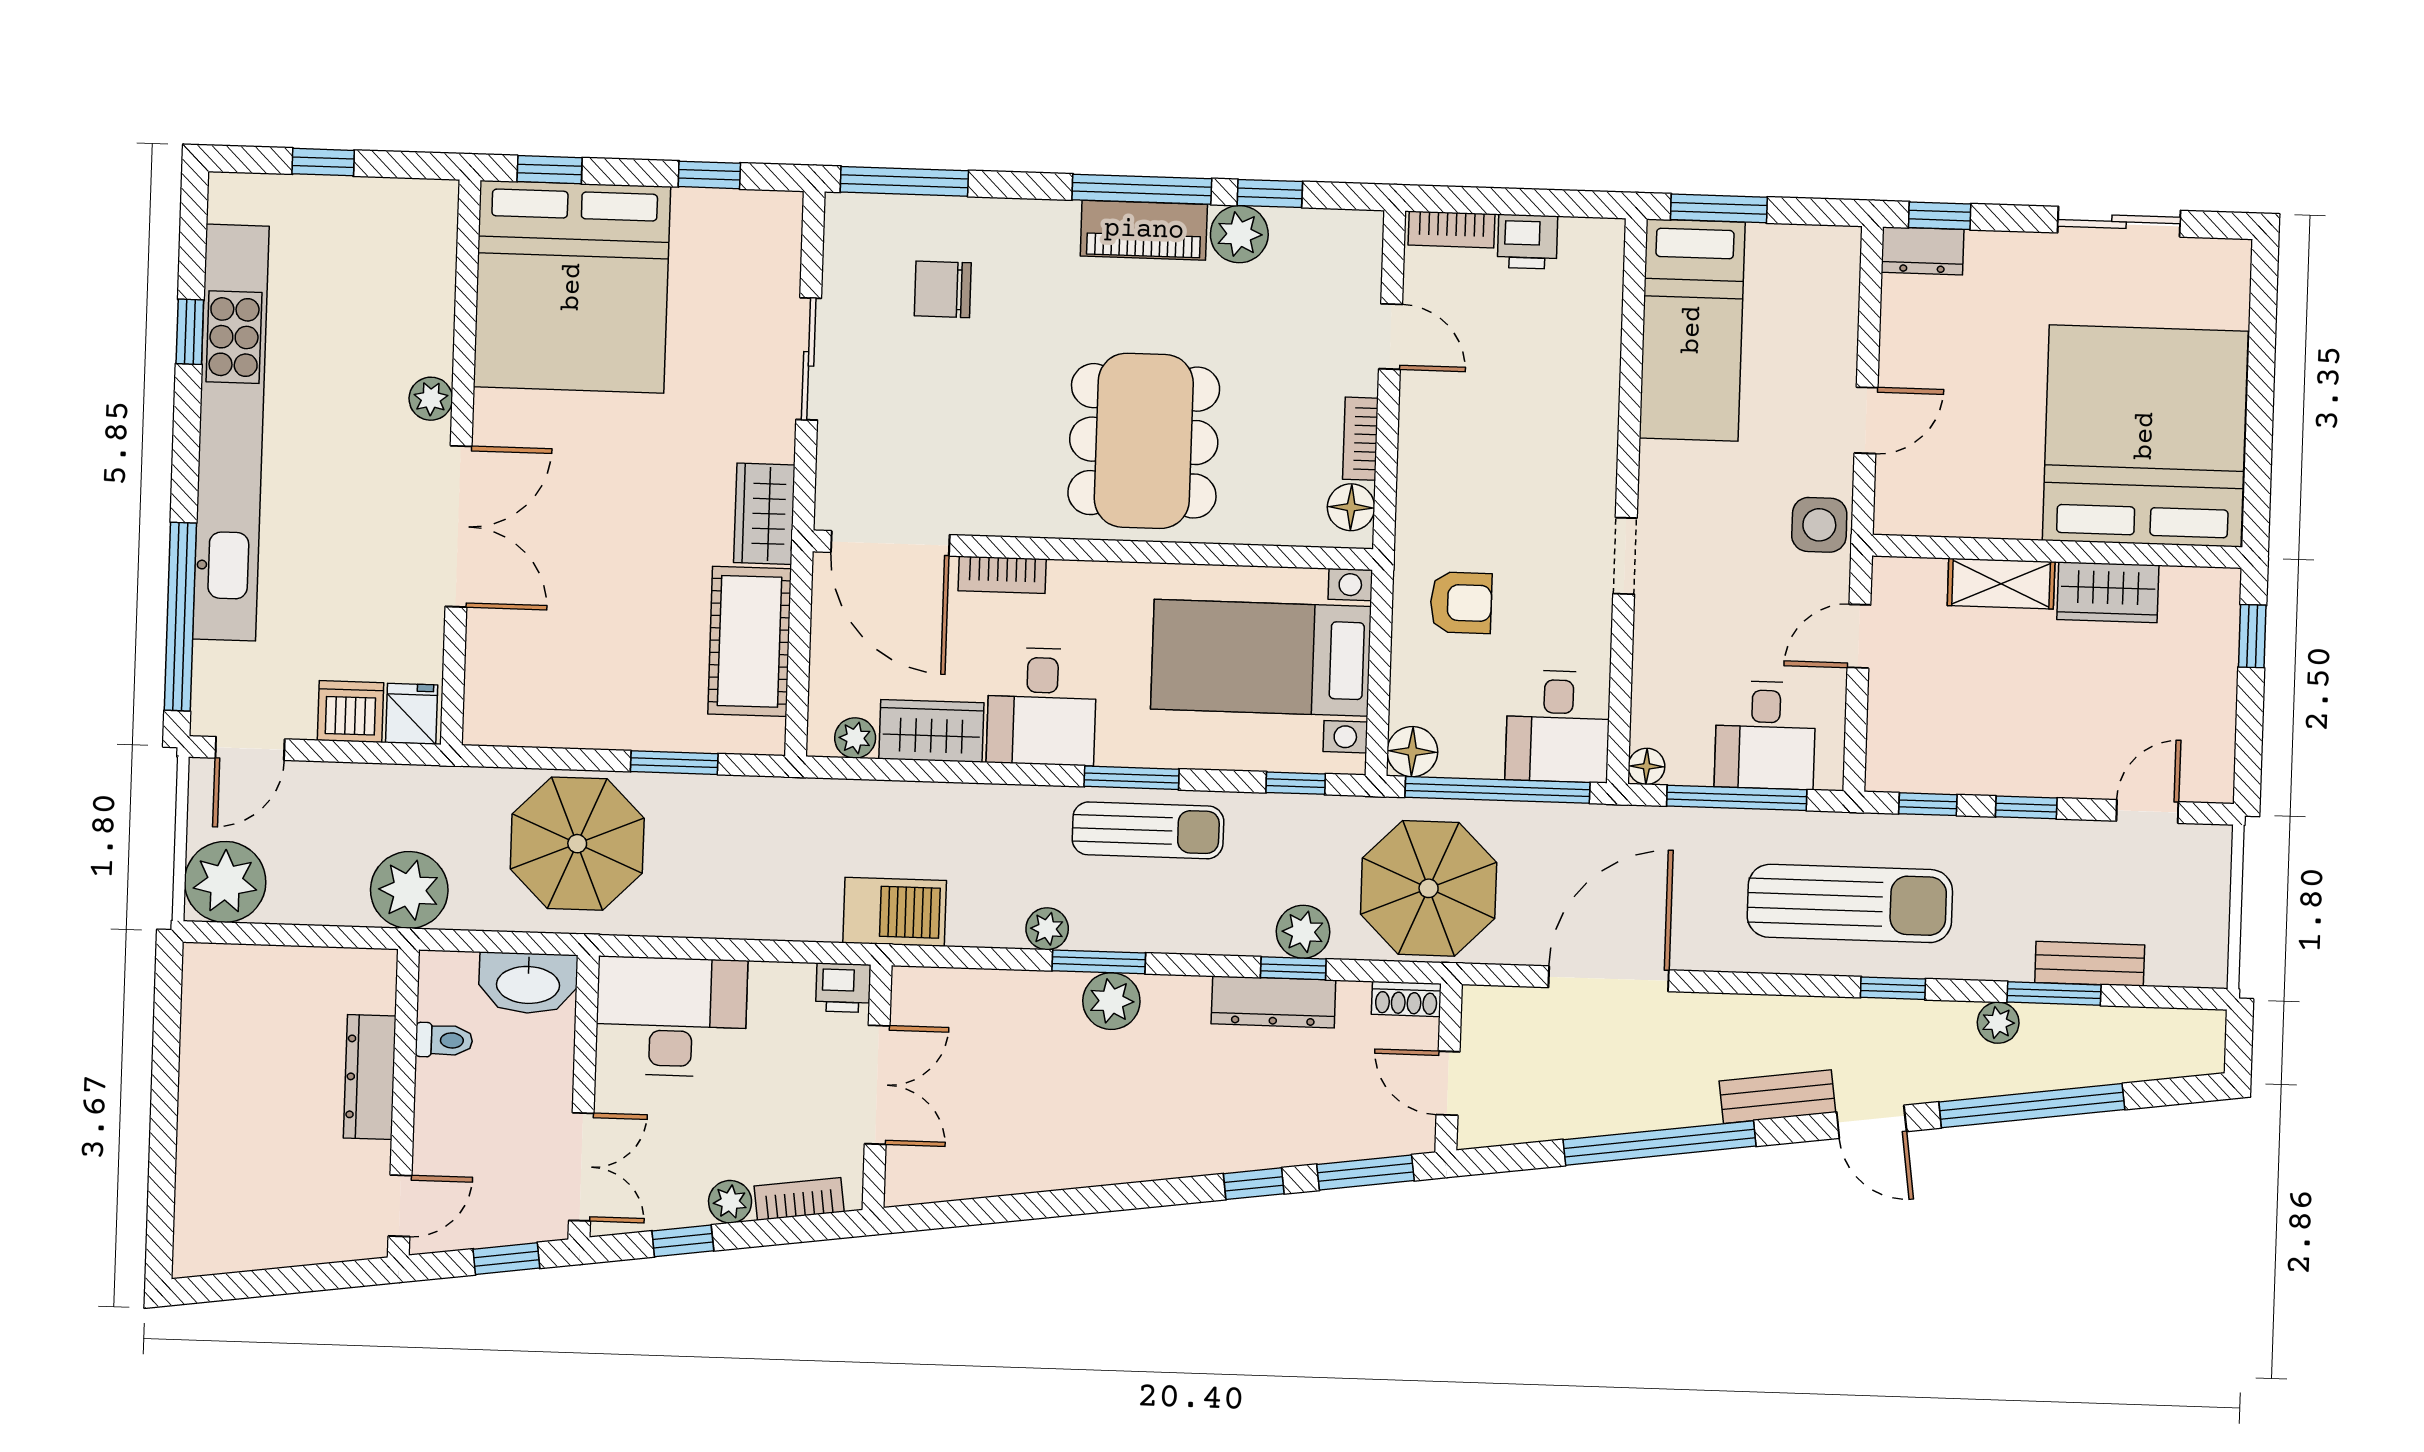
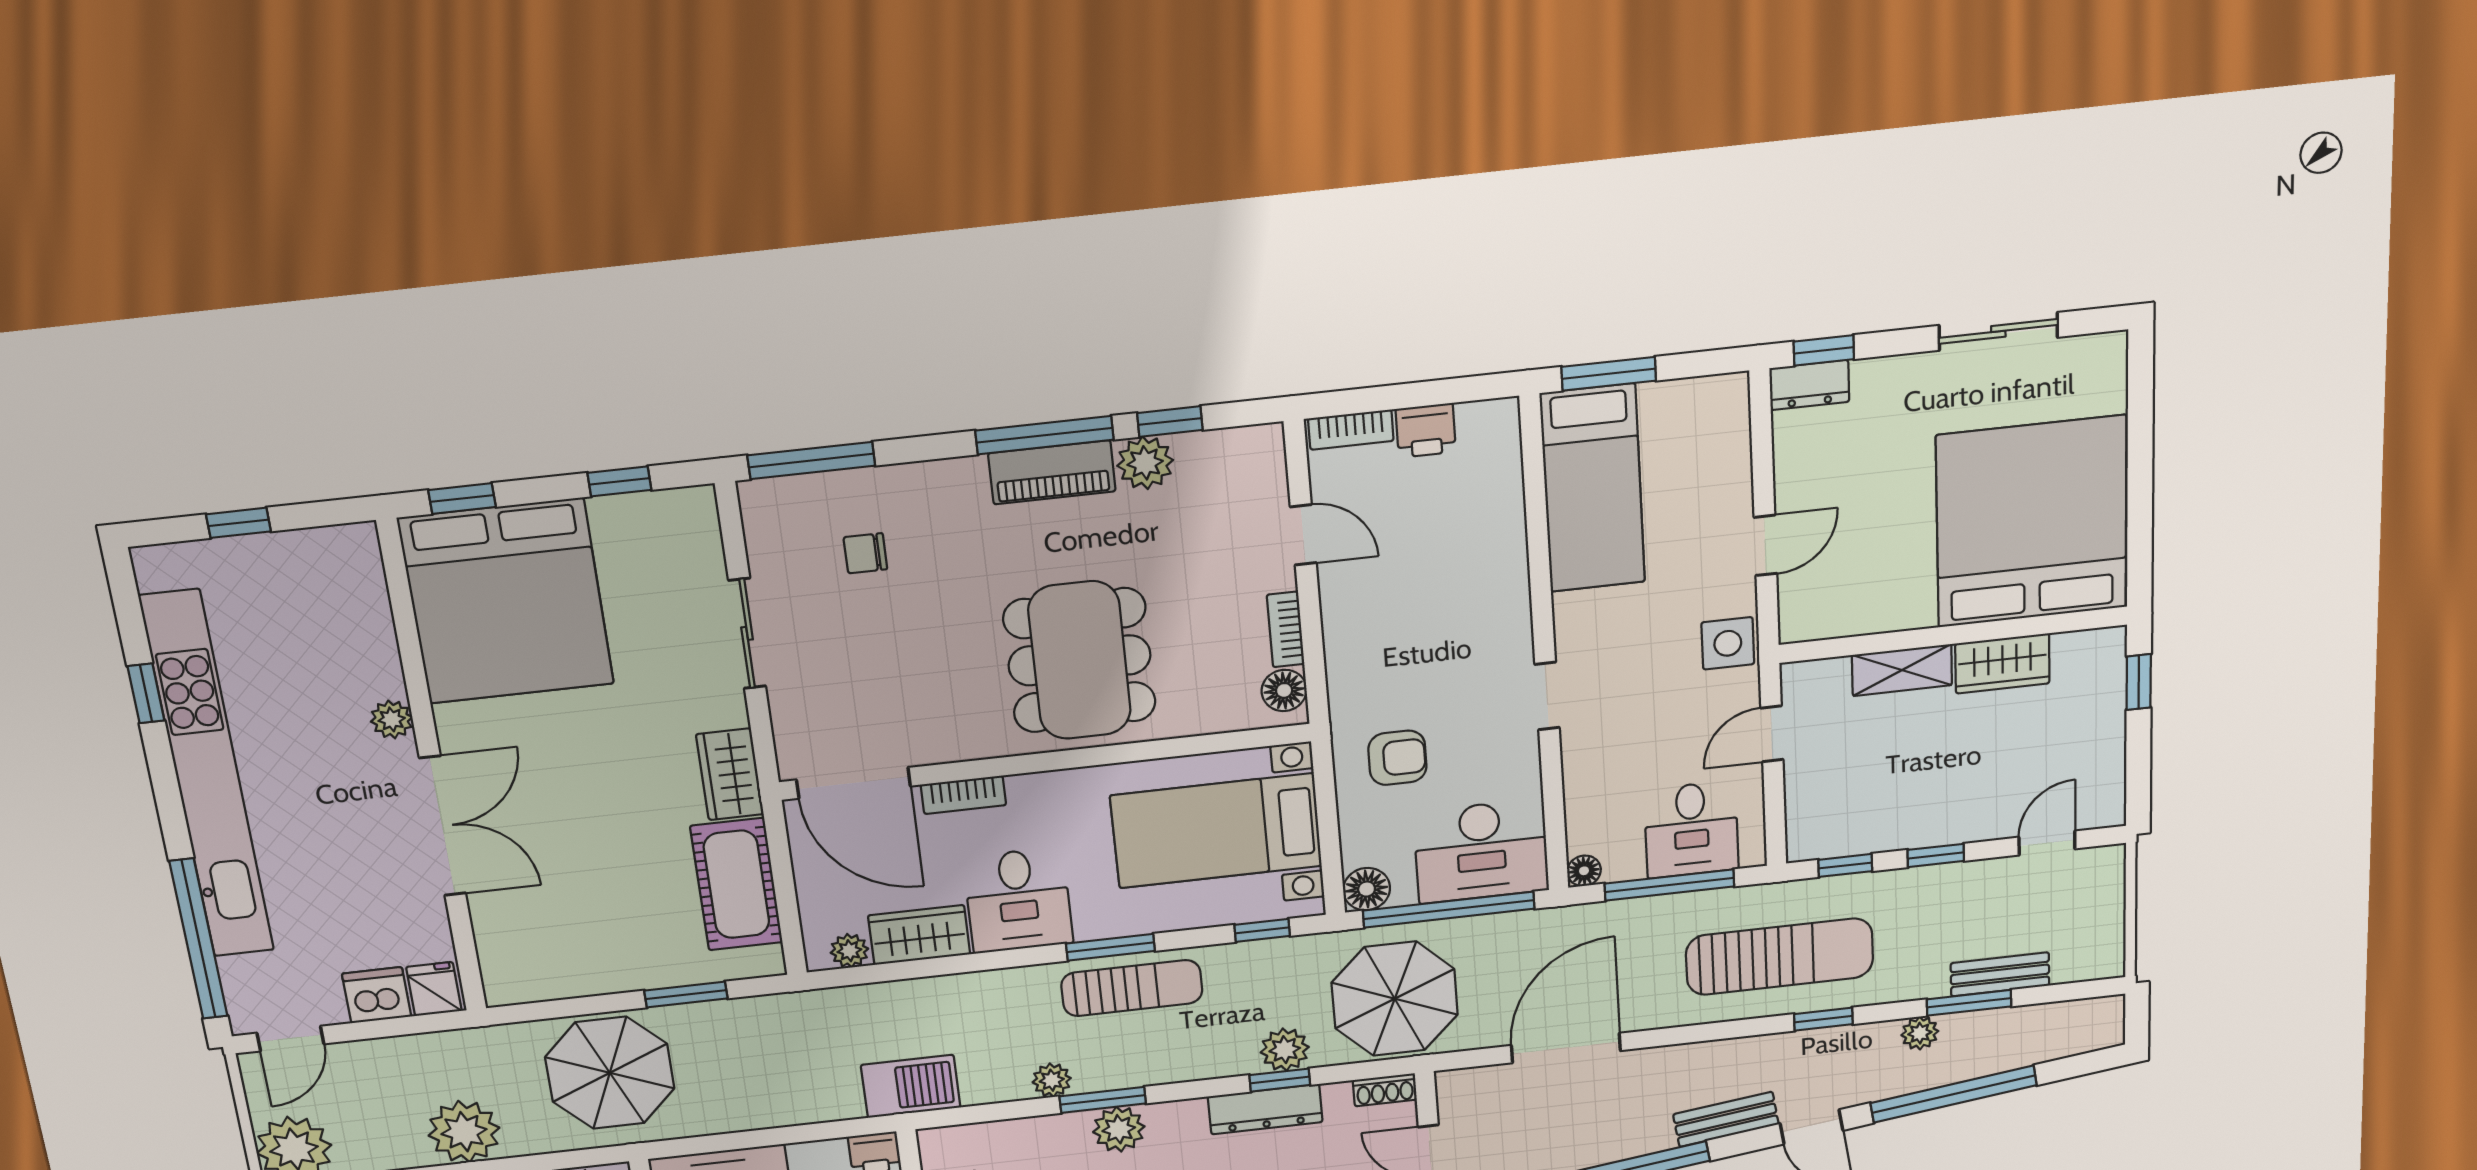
chair: (943, 289) -> (865, 553), width x0.73, depth x0.73
desk: (1558, 726) -> (1481, 851), width x1.37

